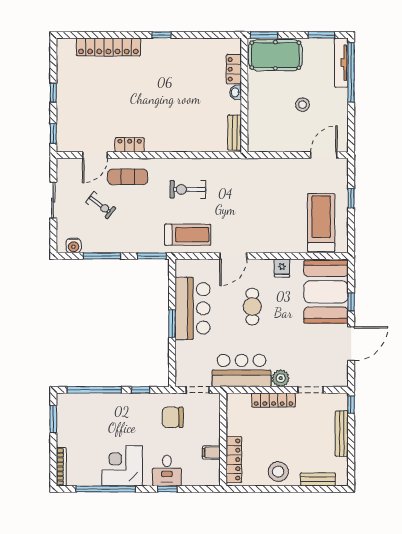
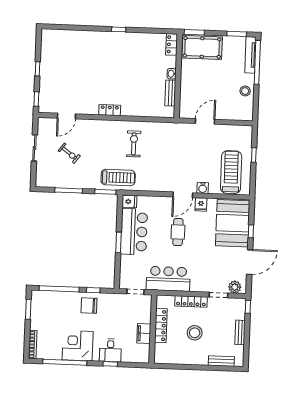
locker: (108, 47) -> (79, 37), removed
locker: (234, 69) -> (172, 44), moved
stool: (302, 105) -> (245, 91), moved
bench: (235, 133) -> (170, 93), moved
locker: (130, 145) -> (110, 110), moved
door: (324, 155) -> (205, 121), moved
exercise mat: (128, 177) -> (90, 133), removed
exercise bike: (188, 189) -> (134, 144), turned 90
treadmill: (188, 235) -> (118, 178), moved
water cooler: (73, 246) -> (203, 188), moved
door: (233, 256) -> (183, 195), moved
fridge: (185, 268) -> (129, 201), added
plant: (281, 378) -> (235, 287), moved
chair: (173, 417) -> (89, 306), moved
bench: (342, 434) -> (240, 332), width x0.73
filing cabinet: (211, 453) -> (144, 333), width x2.00
locker: (234, 459) -> (161, 326), moved
stool: (278, 472) -> (195, 333), moved

